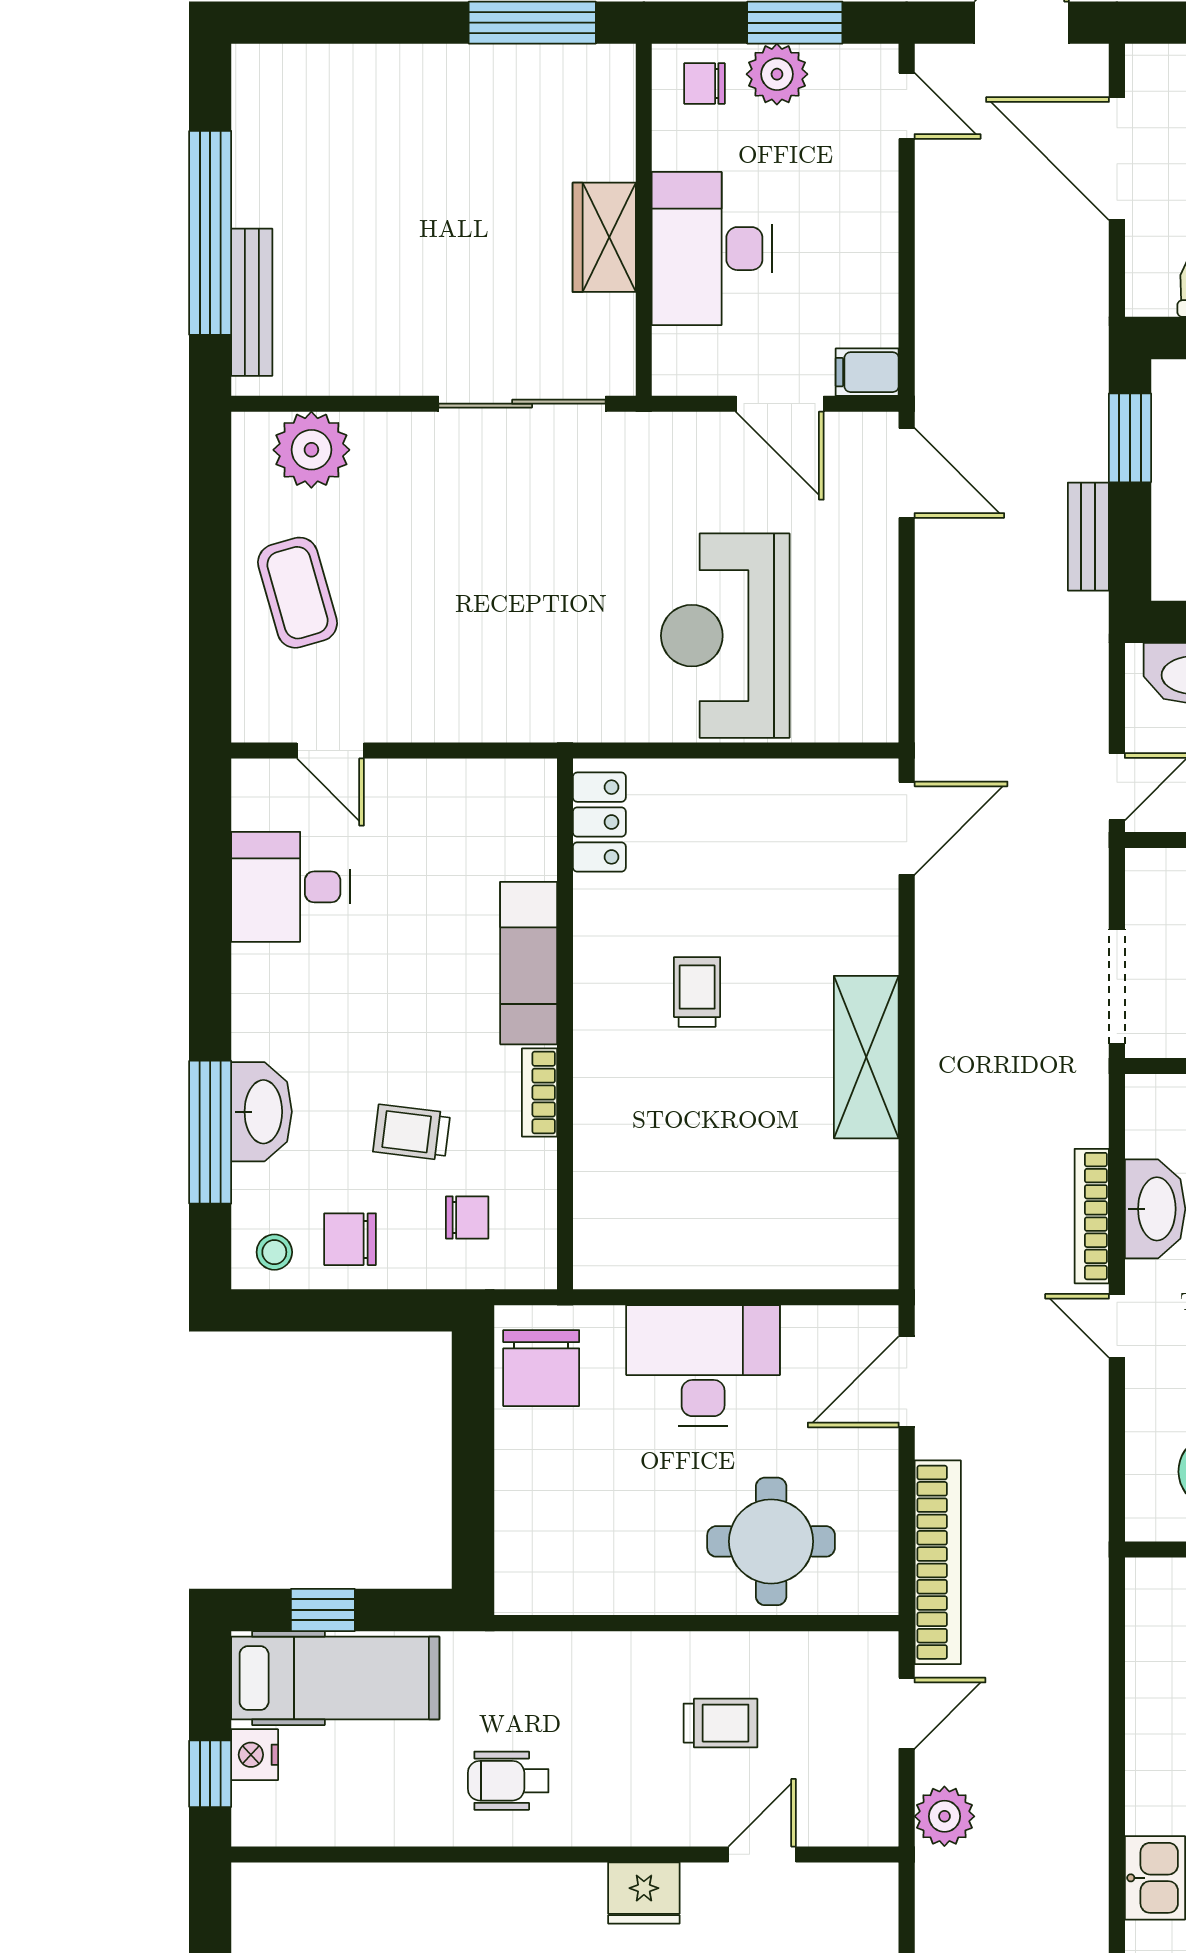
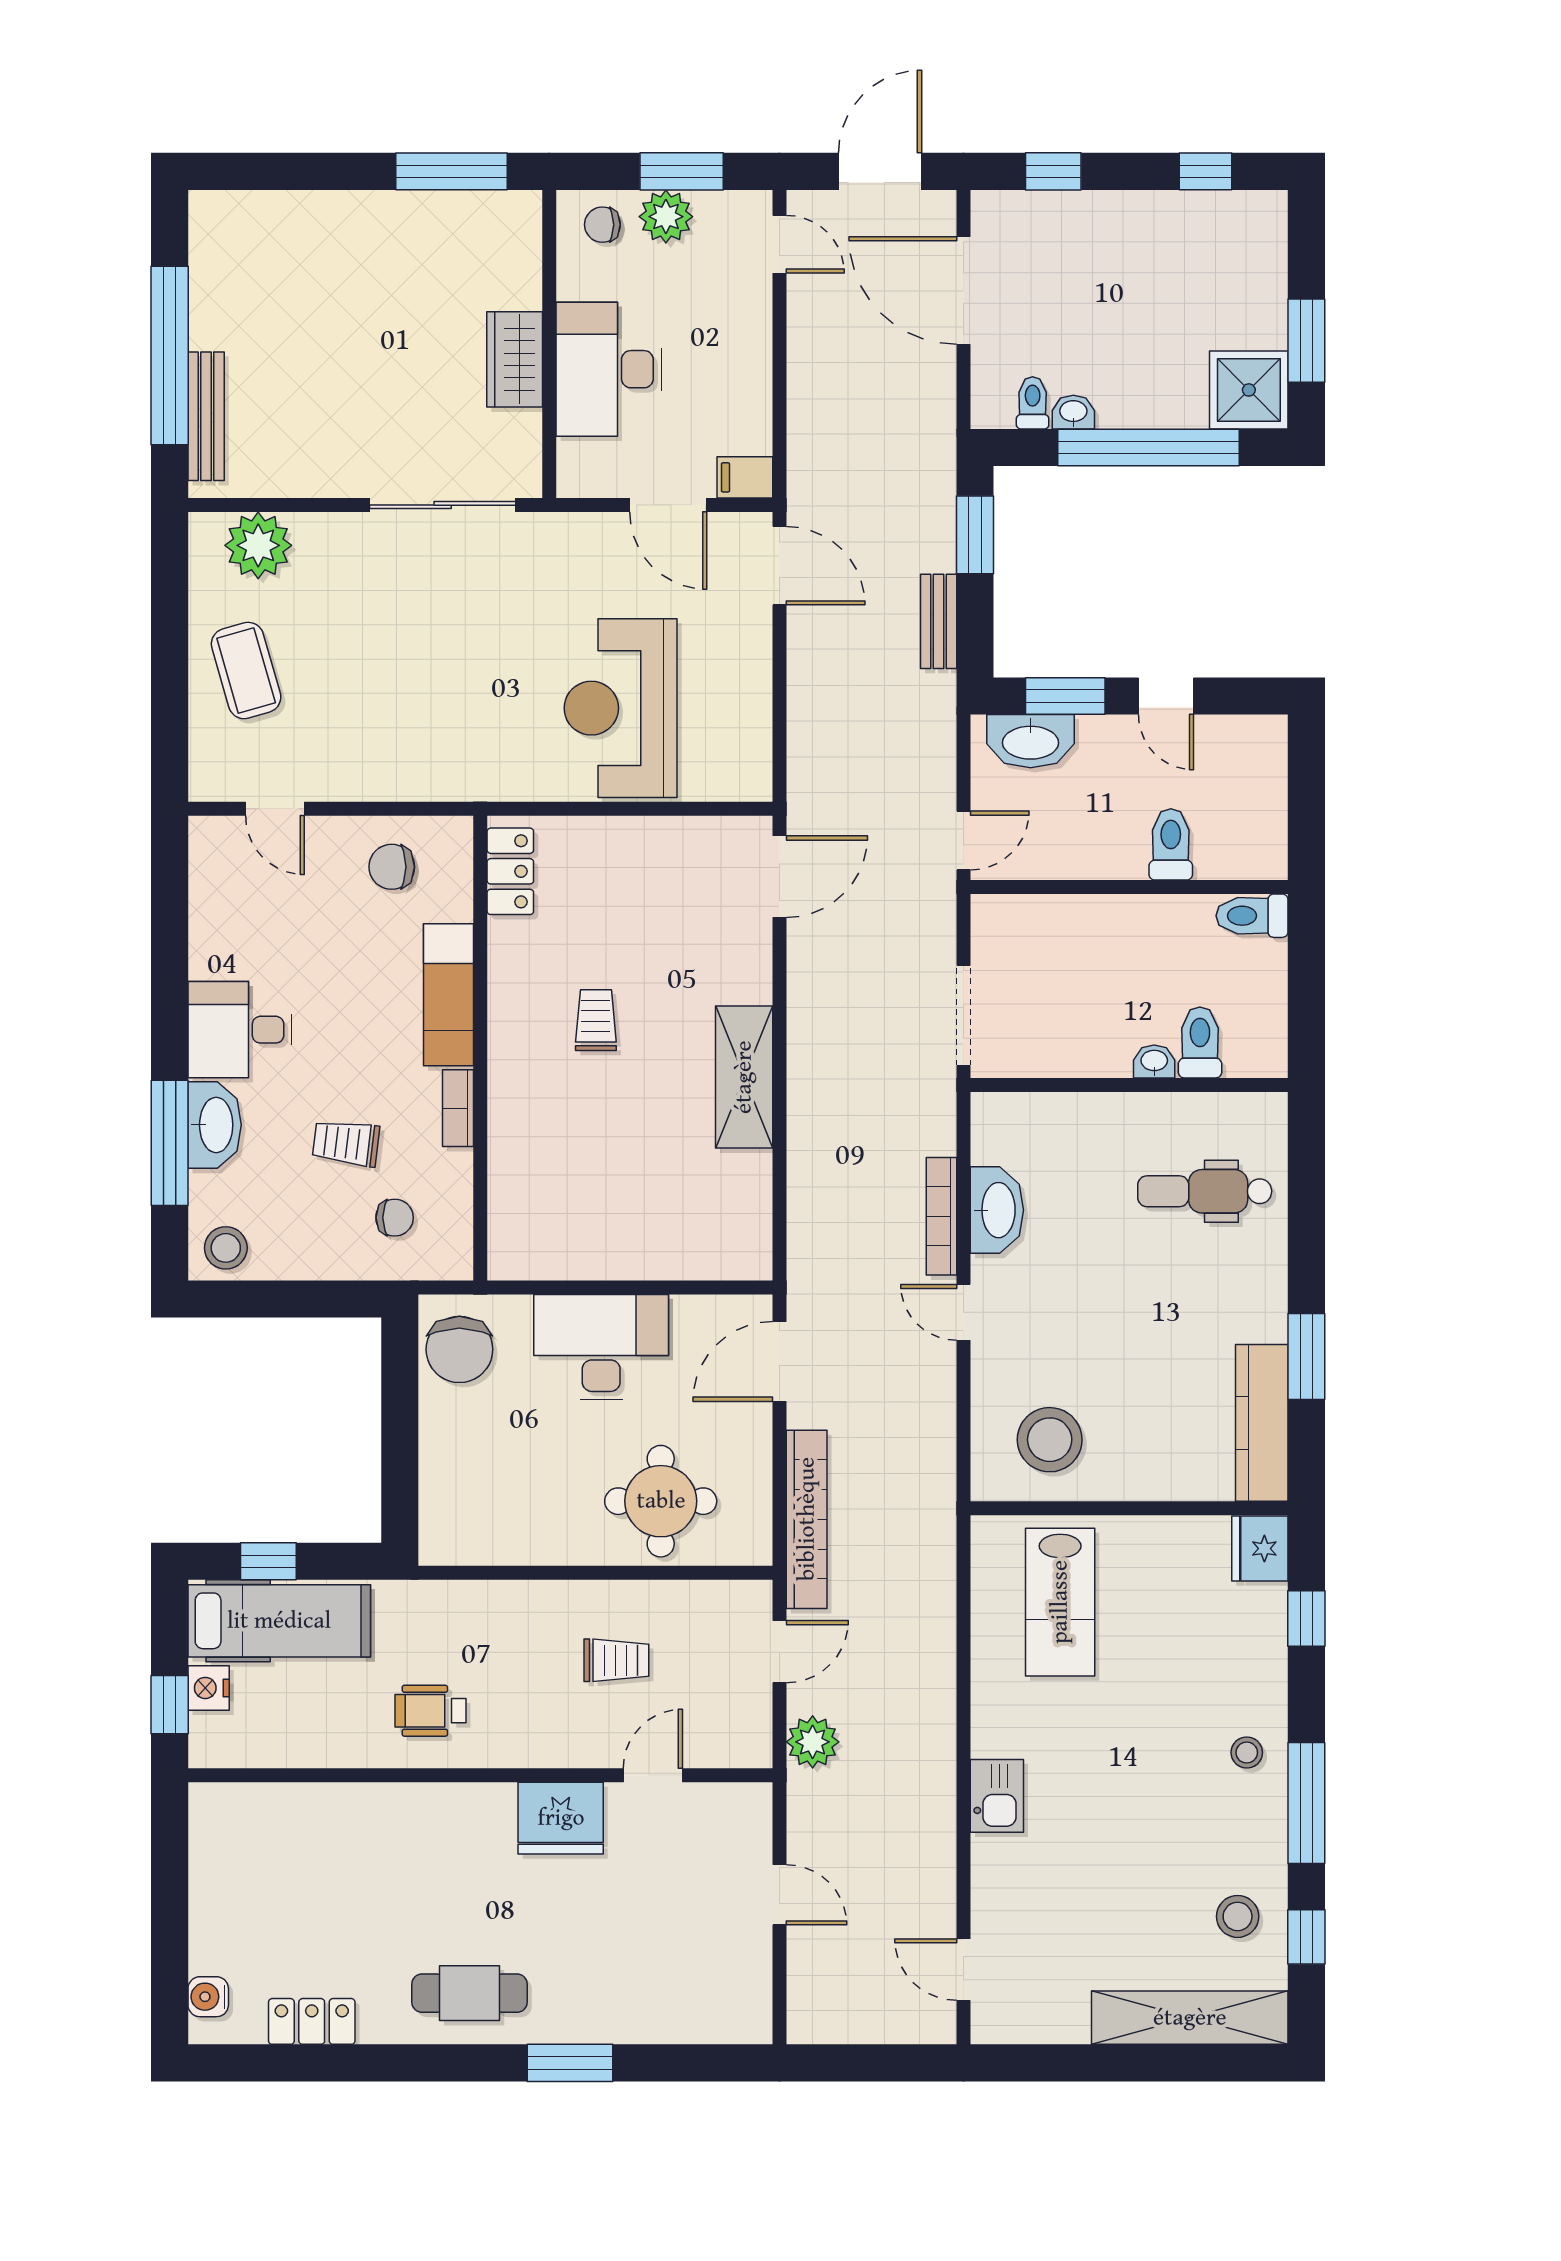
desk: (291, 887) -> (240, 1030), moved
chair: (350, 1239) -> (392, 867), moved
stool: (274, 1252) -> (226, 1248), width x1.37, depth x1.37
fridge: (644, 1893) -> (561, 1818), width x1.36, depth x1.34

